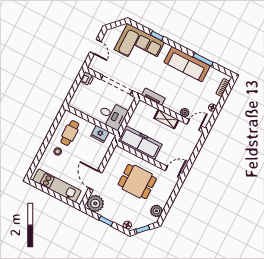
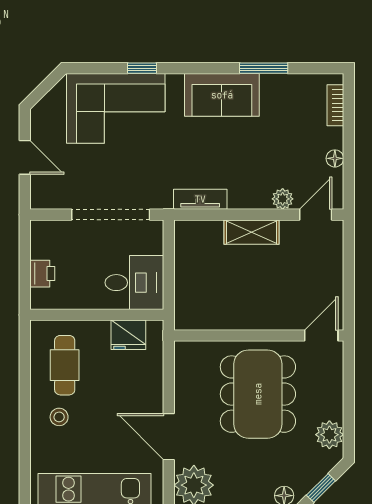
sofa: (187, 64) -> (222, 95), width x0.73
printer: (87, 79) -> (42, 274), moved
freezer: (140, 143) -> (222, 310), removed
dining table: (137, 182) -> (258, 394), width x1.38

